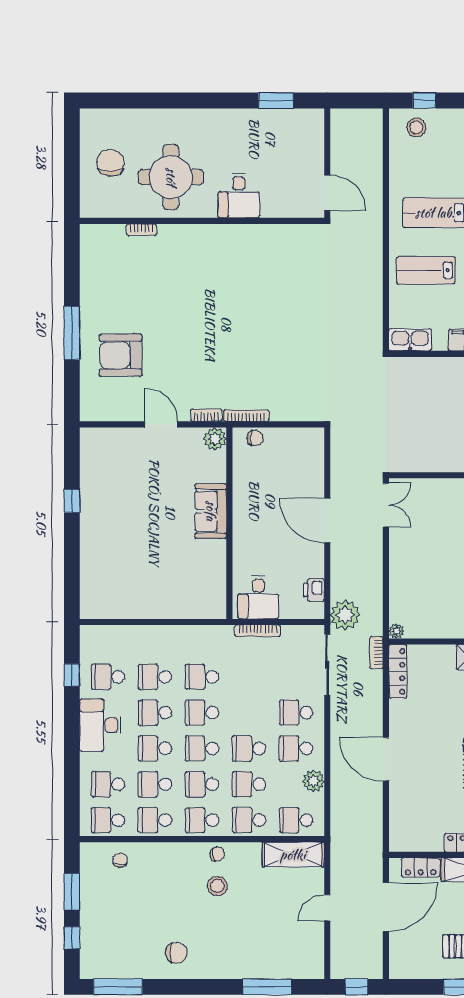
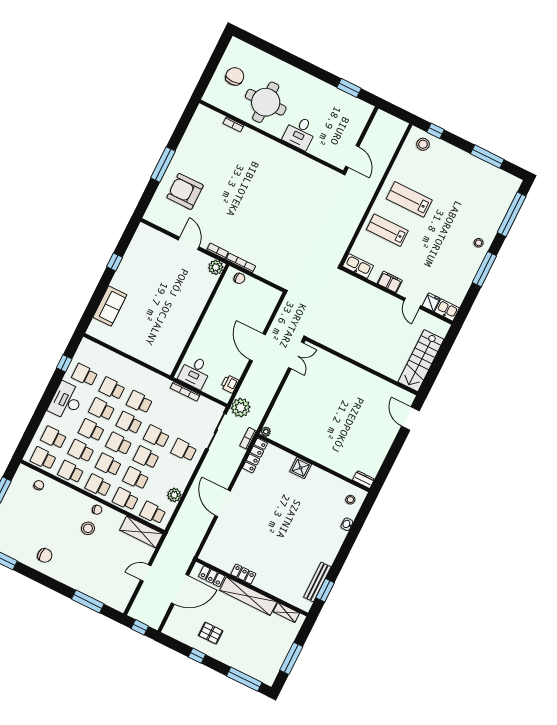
sofa: (211, 511) -> (110, 306), moved, turned 180
school desk: (296, 748) -> (156, 437), moved

